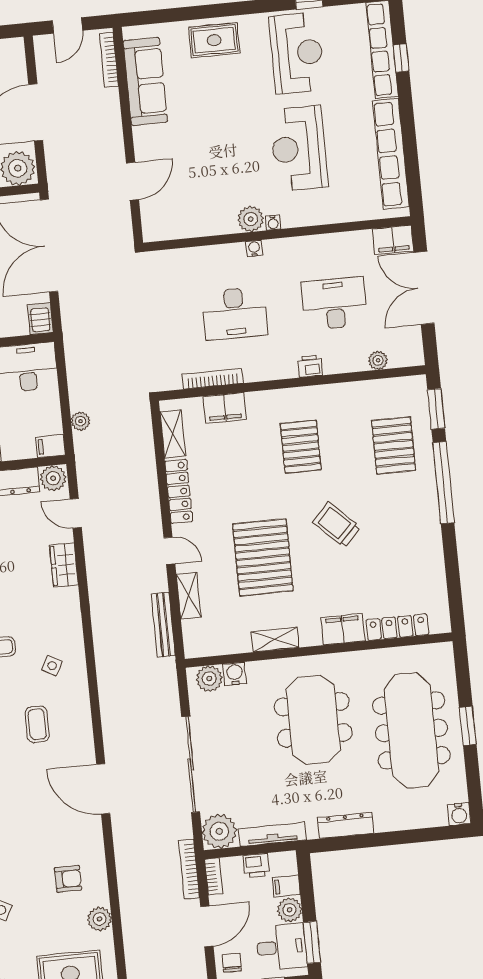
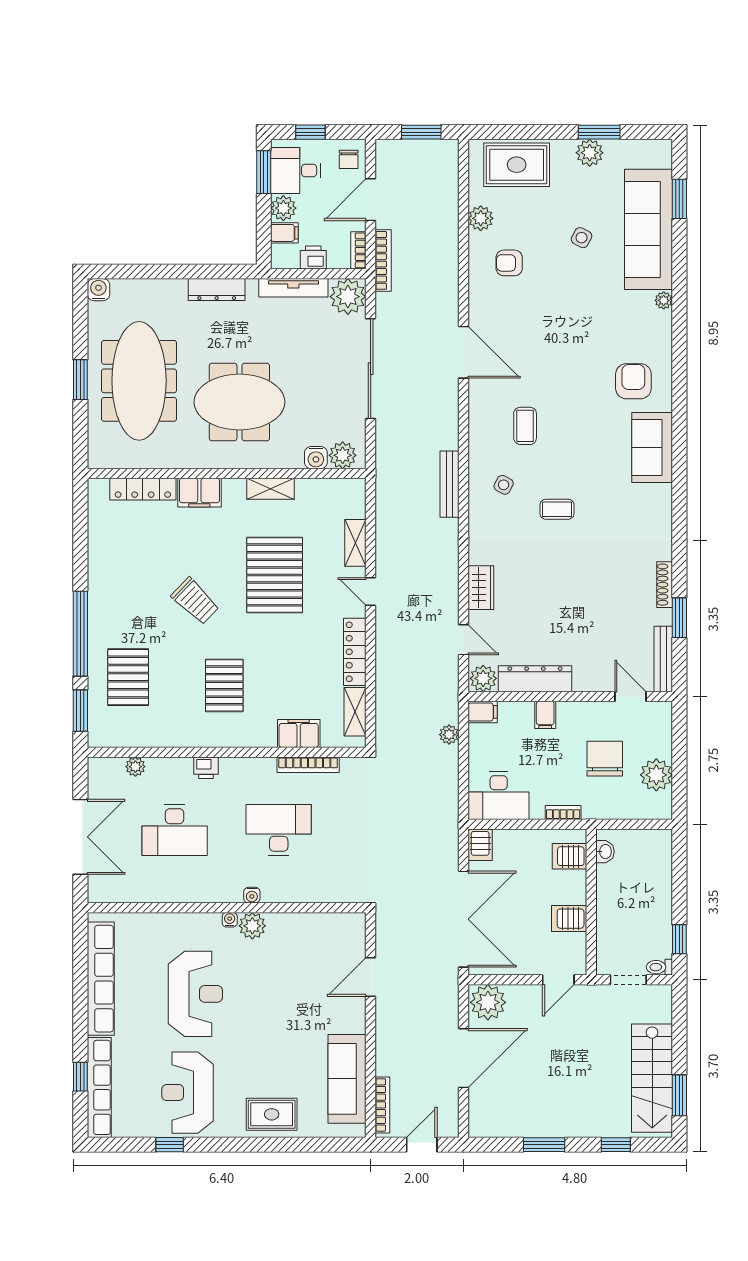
filing cabinet: (393, 240) -> (107, 890), removed
bench: (163, 625) -> (450, 484), moved
meeting table: (313, 720) -> (239, 402), turned 90

